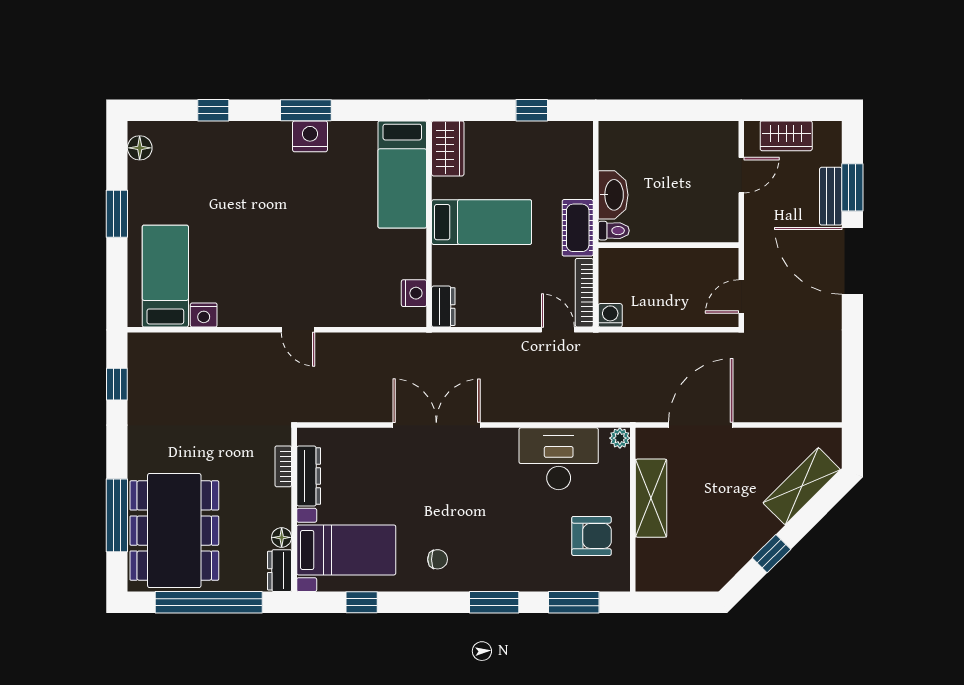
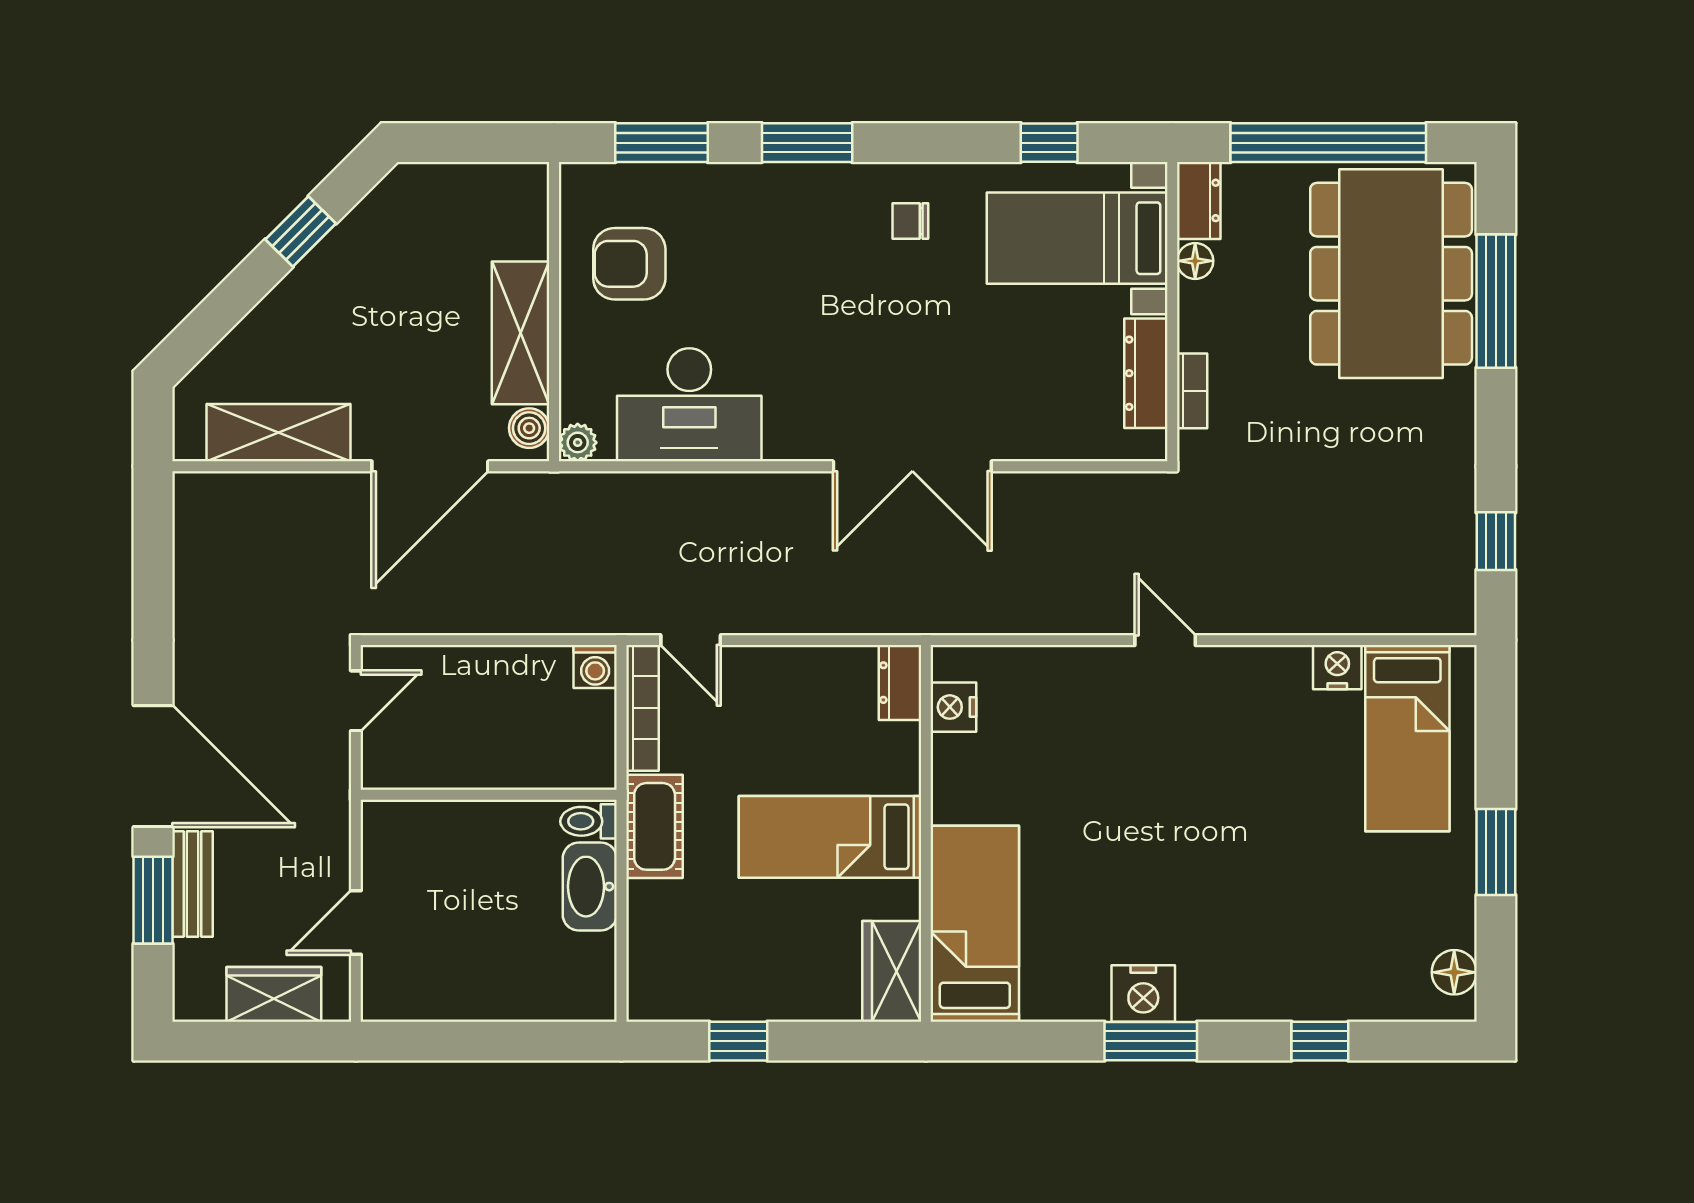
boiler: (646, 446) -> (529, 428), added
shelving: (802, 486) -> (278, 433), moved, turned 45

